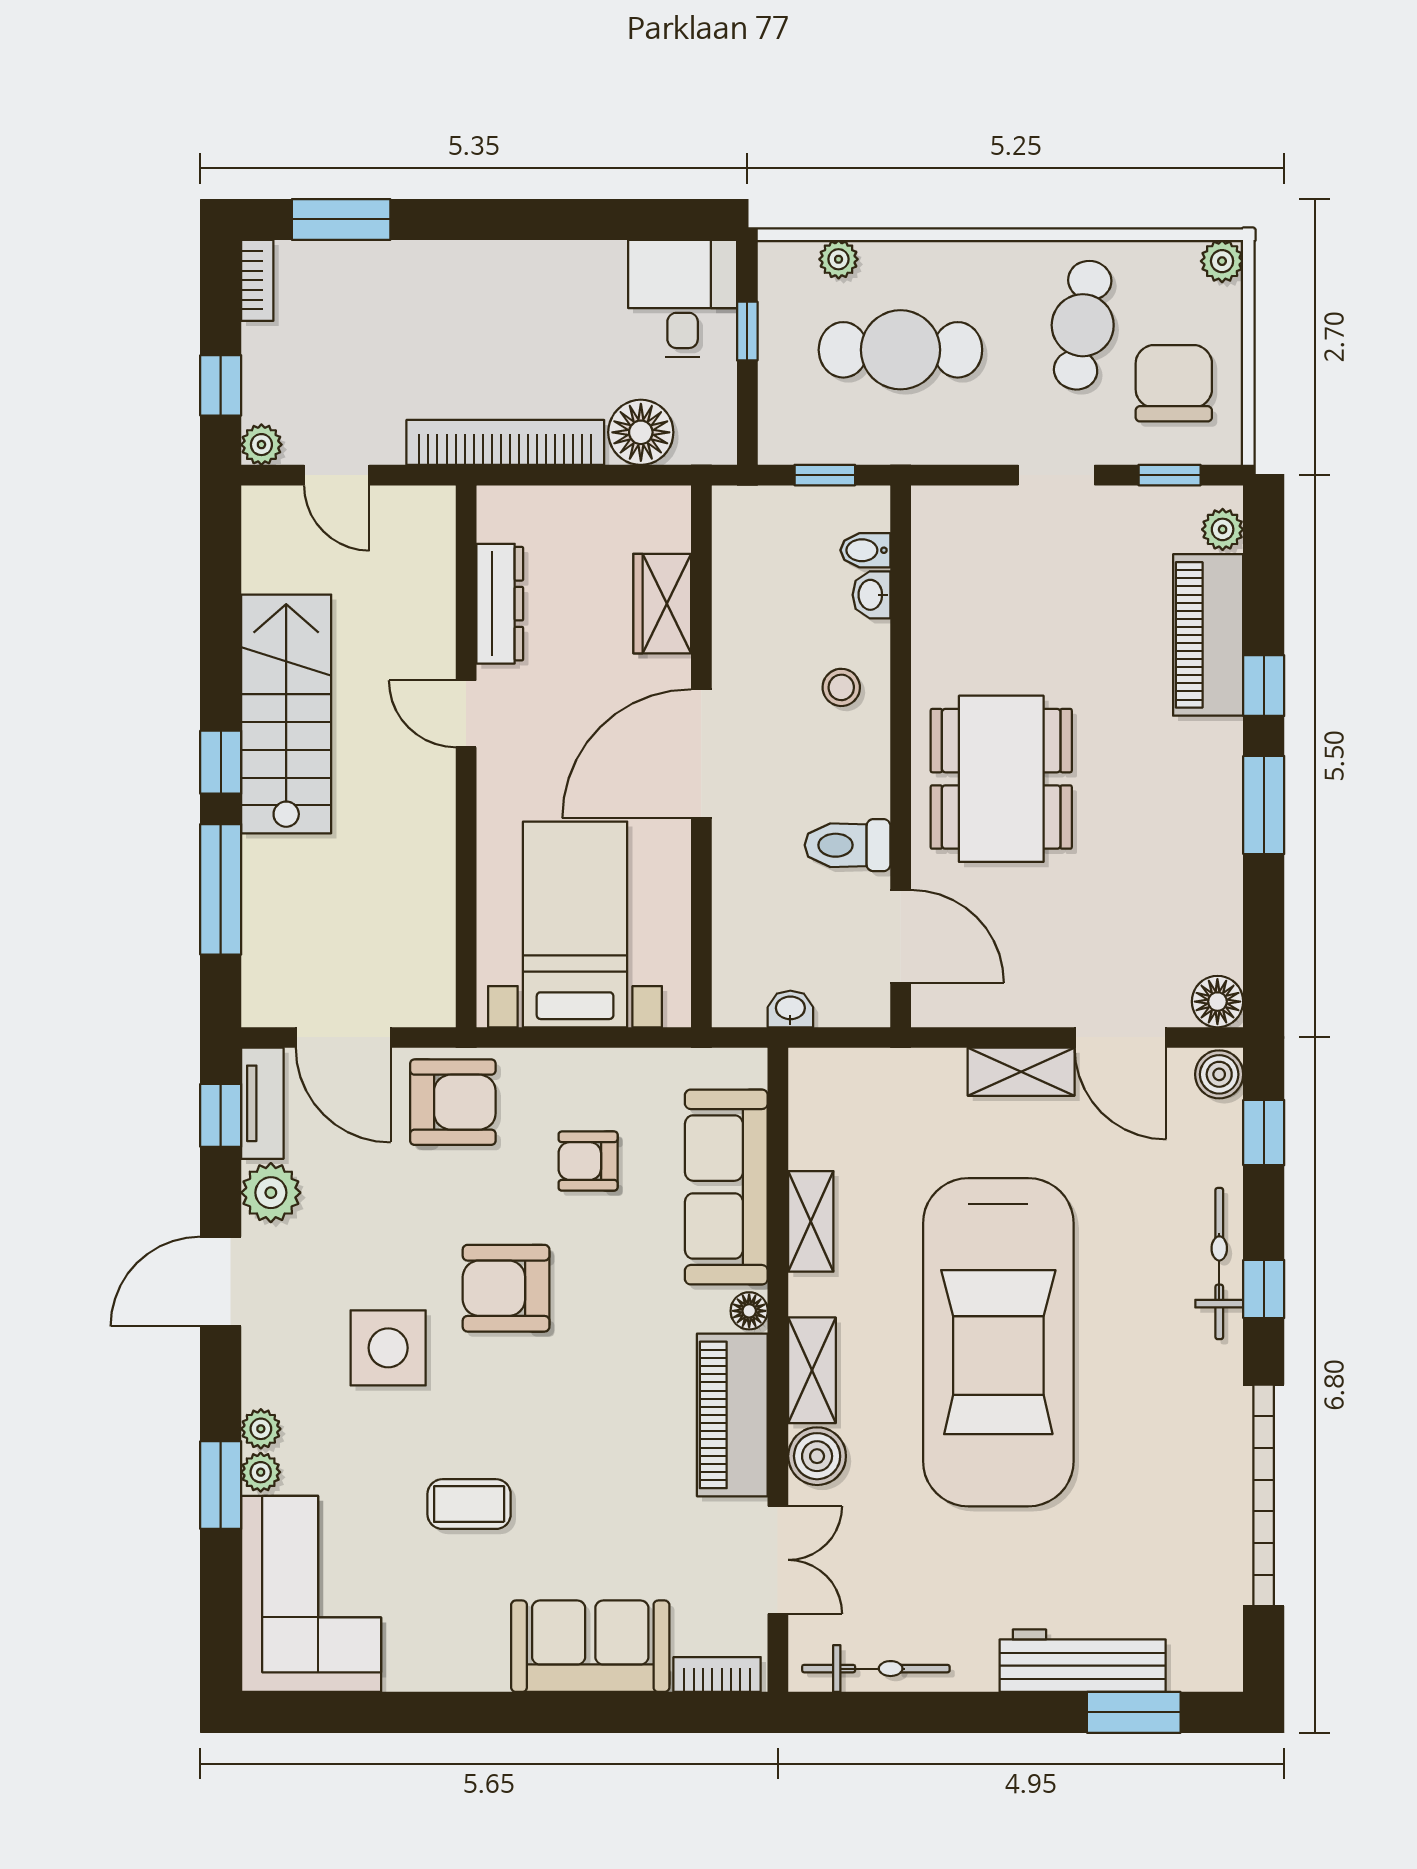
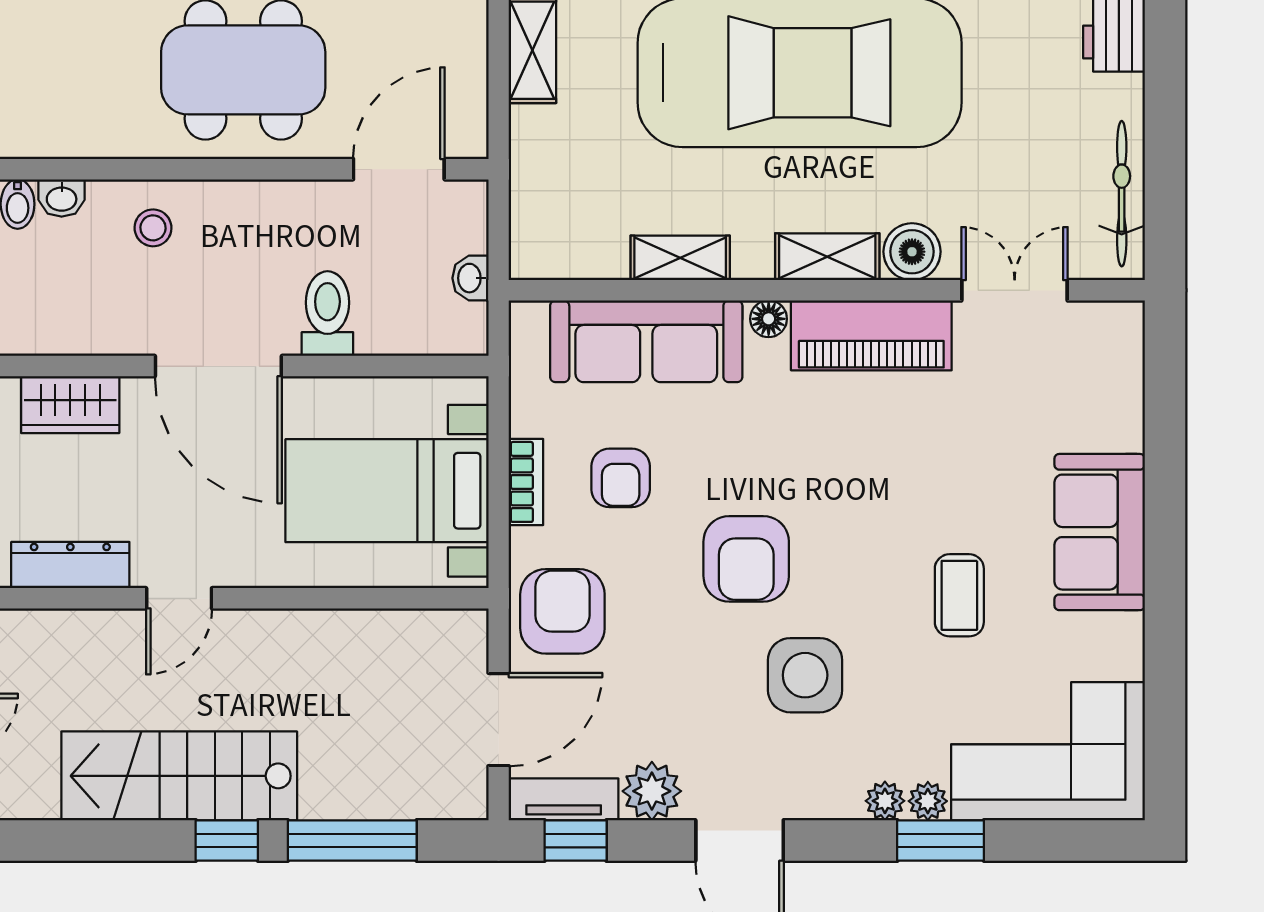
toilet: (848, 845) -> (327, 314), moved, turned 180
sofa: (590, 1646) -> (1100, 532), moved
bookcase: (717, 1674) -> (526, 482), moved, turned 180

